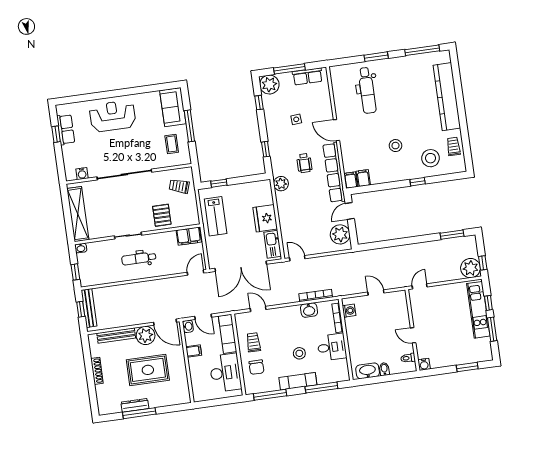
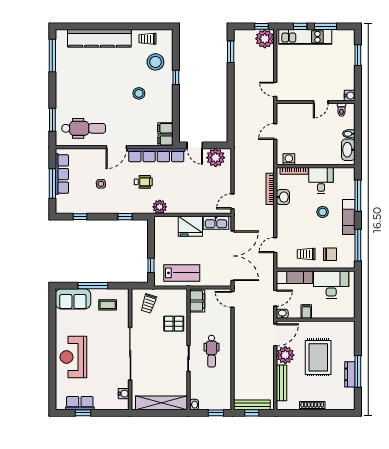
window: (376, 57) -> (52, 120), moved
row of seats: (307, 76) -> (62, 174), width x1.48
plant: (269, 85) -> (64, 205), removed
dental chair: (367, 90) -> (84, 128), moved

